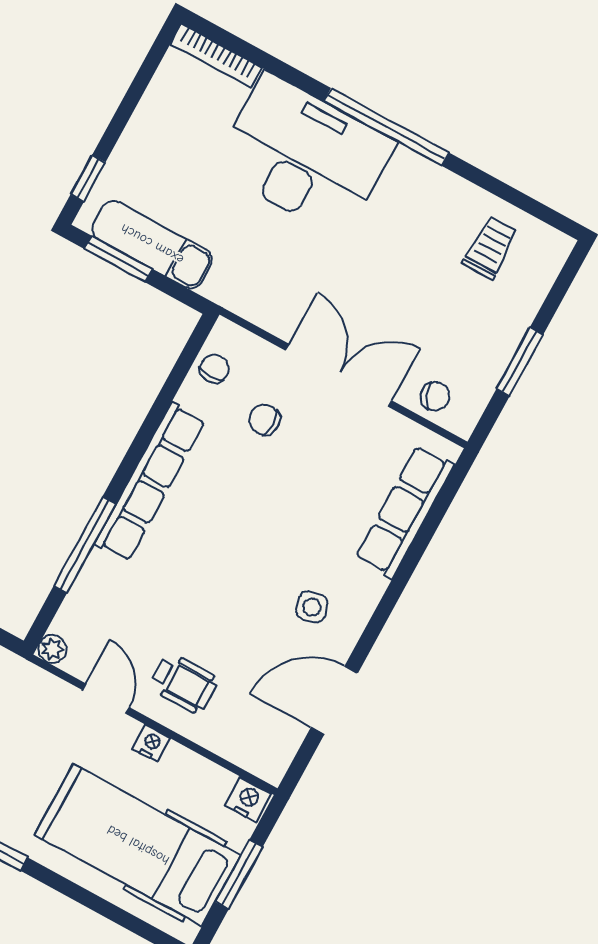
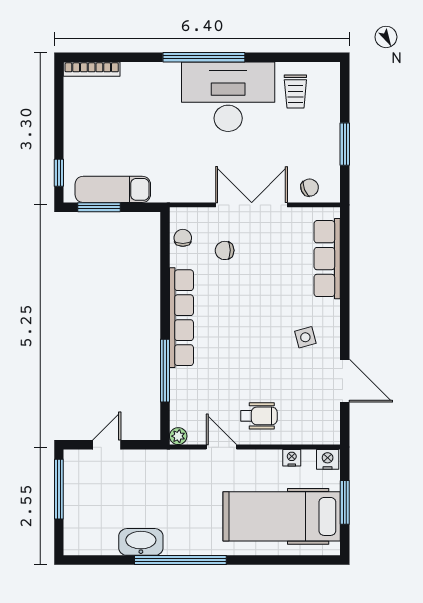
desk: (304, 155) -> (228, 97), moved
trolley: (490, 248) -> (295, 92), turned 180
door: (334, 700) -> (345, 381), swing flipped
nightstand: (151, 743) -> (292, 458), moved

